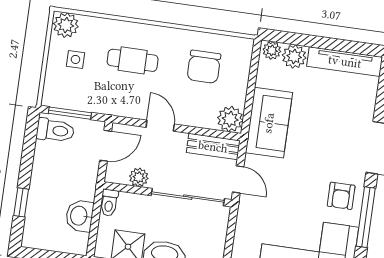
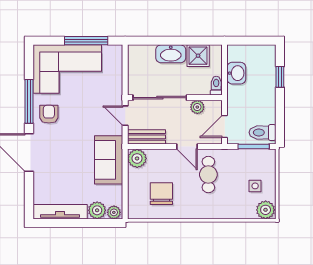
cafe table: (133, 60) -> (208, 175), moved, turned 90

